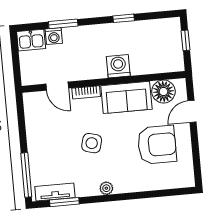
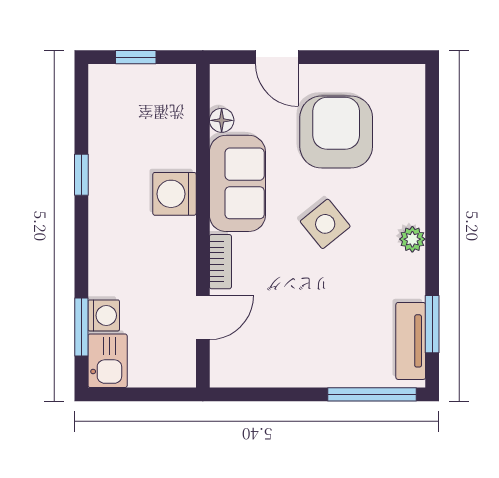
window: (63, 24) -> (81, 327), moved
floor lamp: (163, 92) -> (222, 120), width x0.53, depth x0.53
side table: (92, 143) -> (325, 224), moved, turned 36

